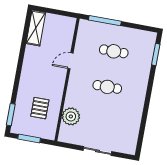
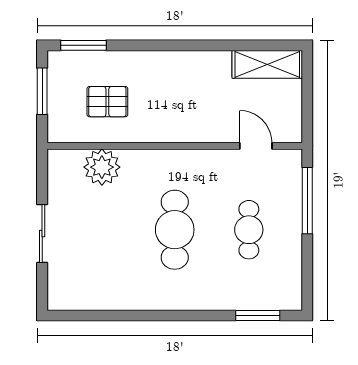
door: (70, 61) -> (256, 146), moved
cafe table: (107, 87) -> (175, 230), width x1.37, depth x1.35

